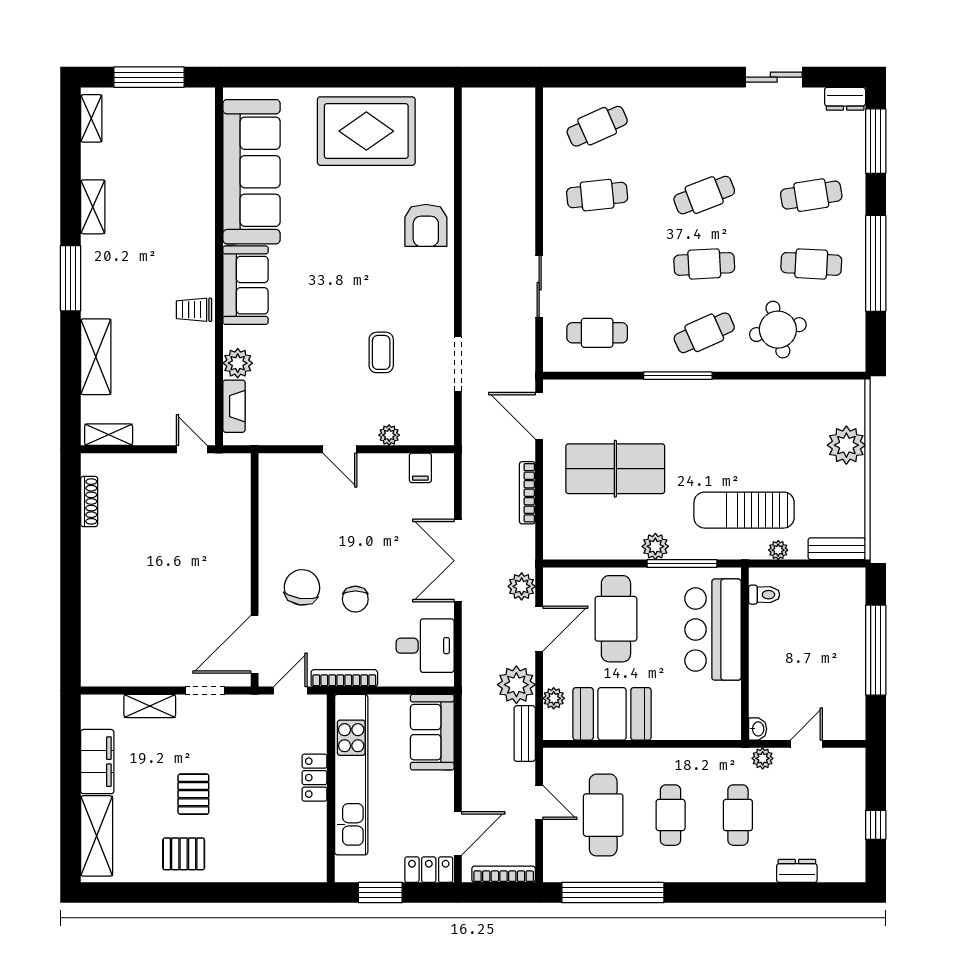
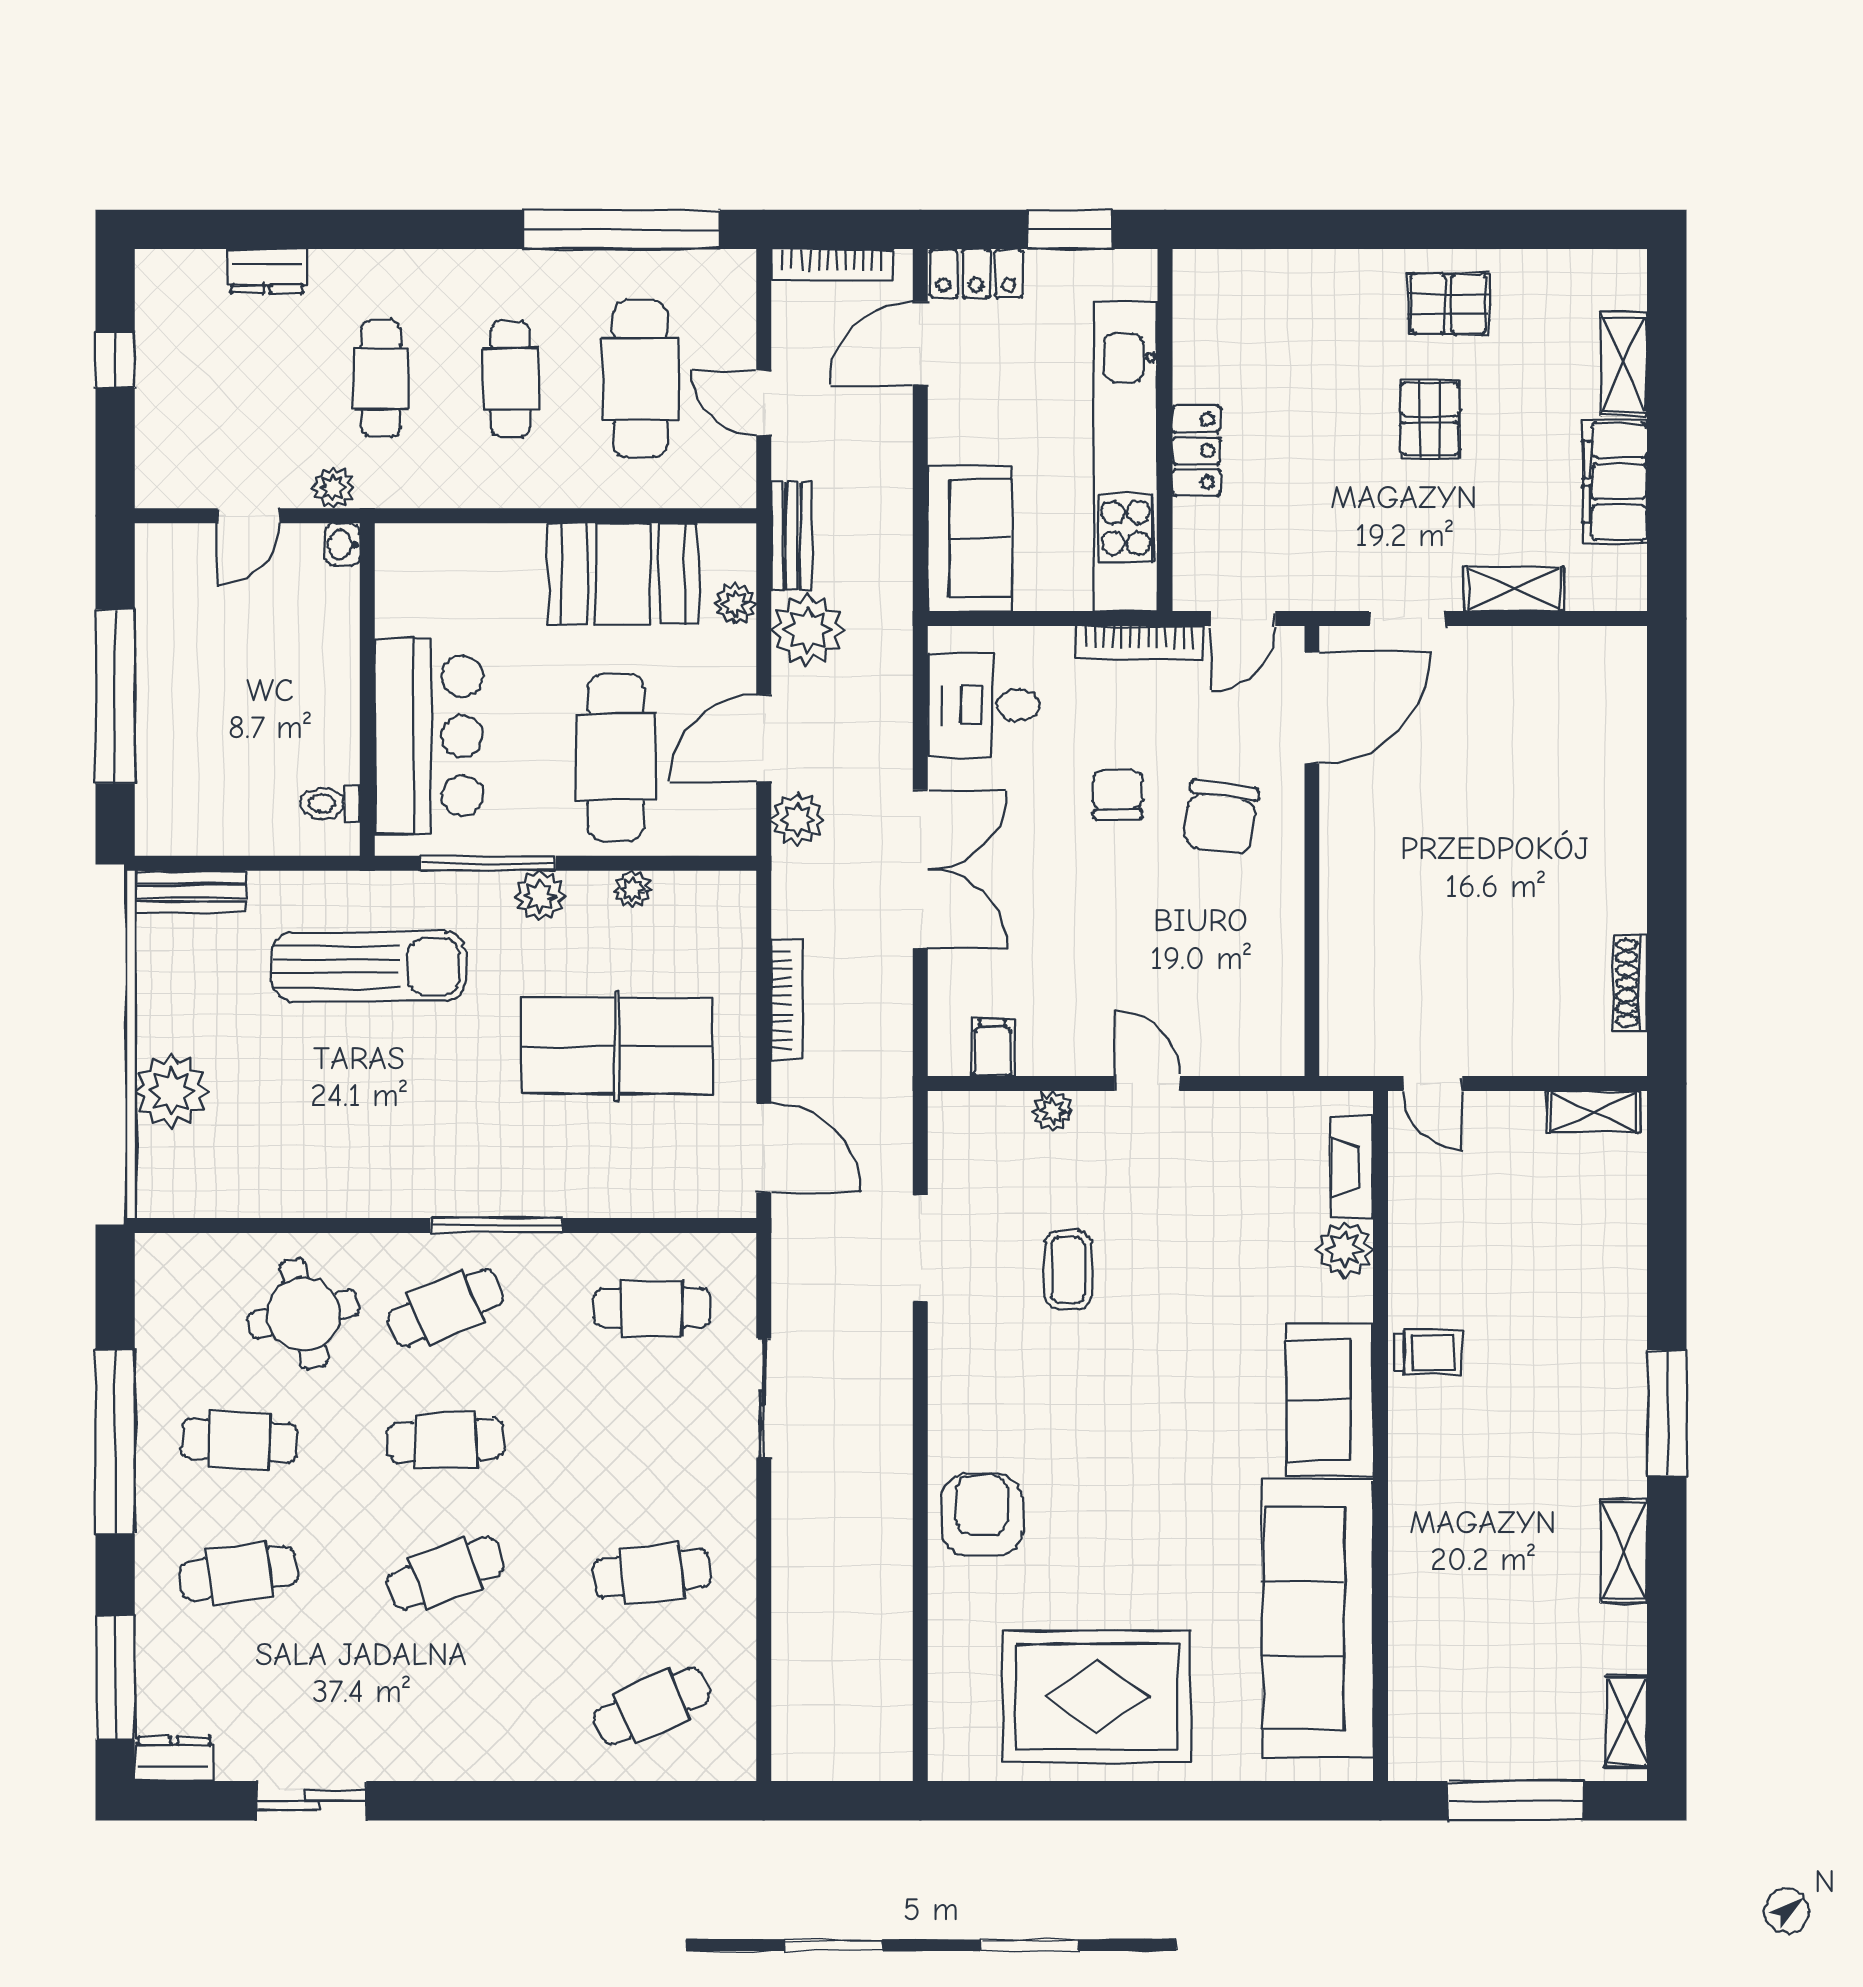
shelving: (96, 357) -> (1618, 1262), removed
plant: (778, 550) -> (632, 889), moved
shelving: (97, 836) -> (1624, 364), width x0.67, depth x0.75

